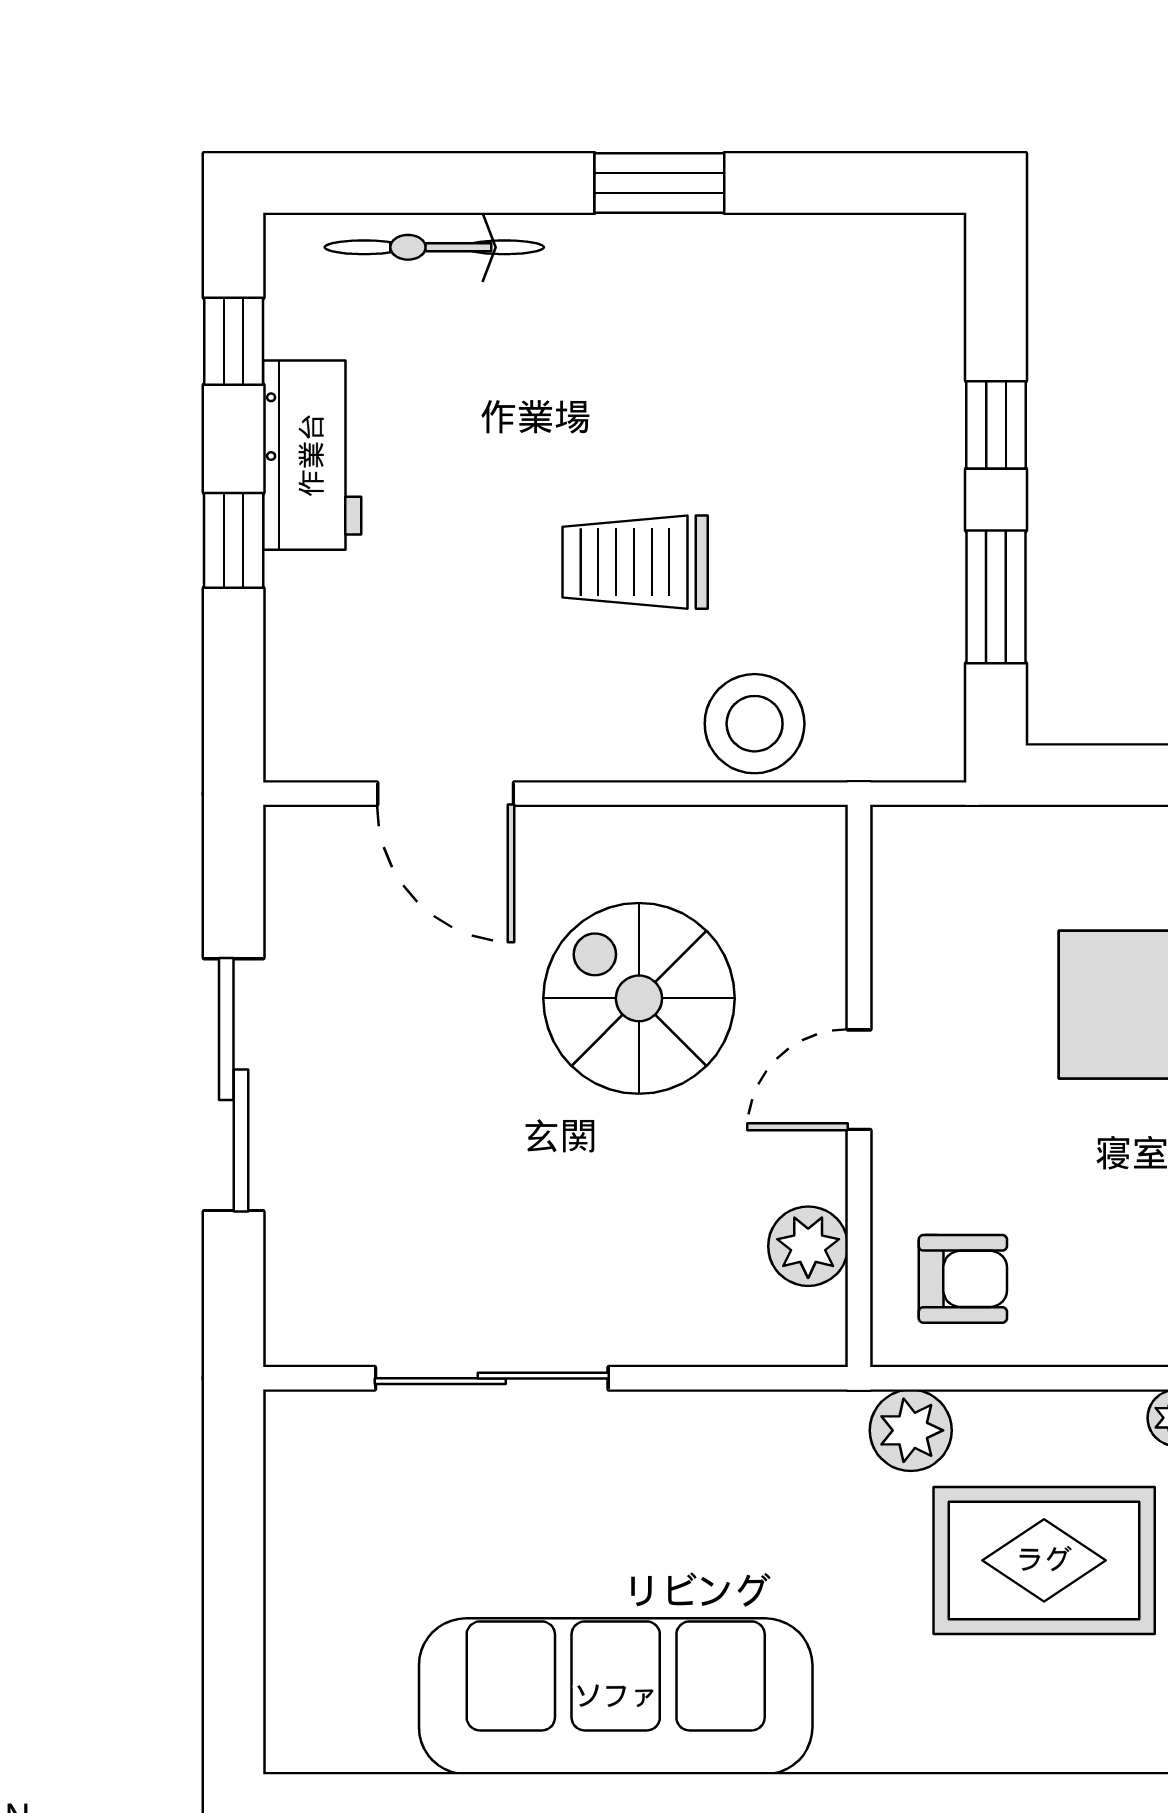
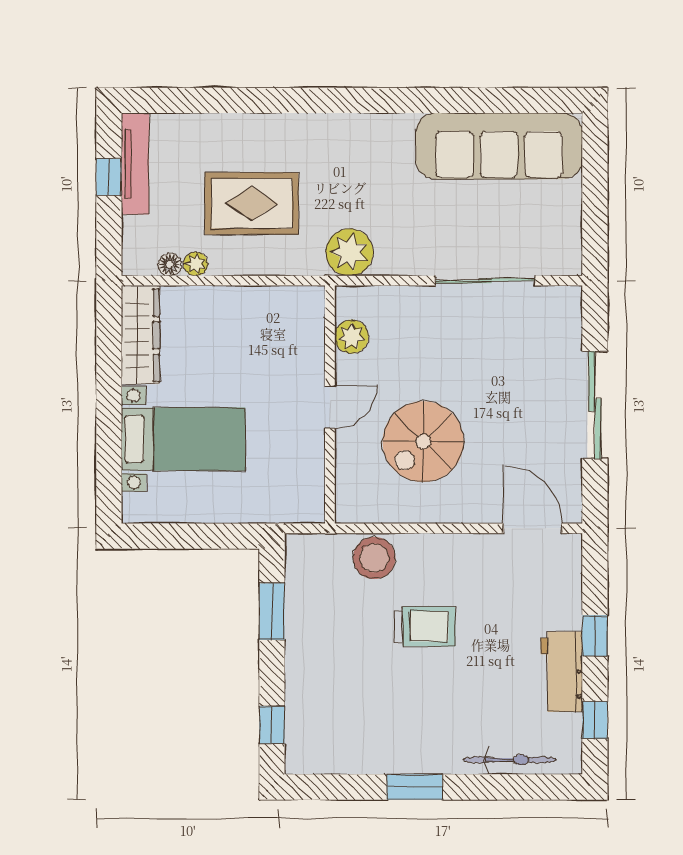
window: (996, 425) -> (272, 725), moved
door: (446, 794) -> (533, 528), moved
spiral stairs: (639, 998) -> (423, 442), turned 90
armchair: (963, 1279) -> (286, 323), removed
plant: (911, 1430) -> (349, 252), moved, width x1.36, depth x1.36
sofa: (616, 1696) -> (499, 146), moved

